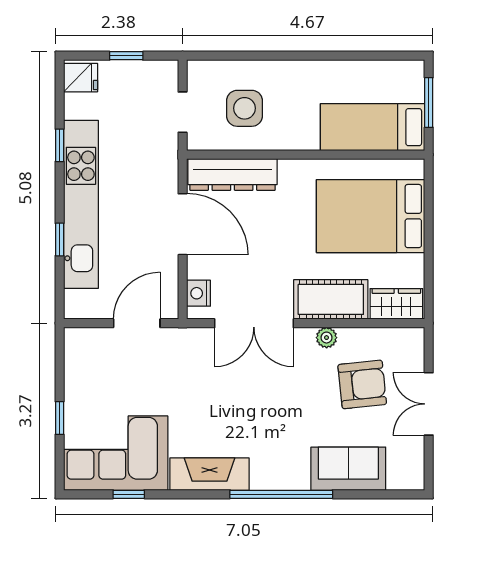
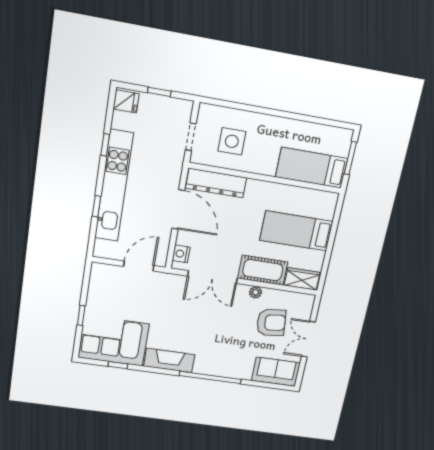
bed: (371, 216) -> (296, 231), width x0.67
sofa: (348, 469) -> (276, 372), moved

